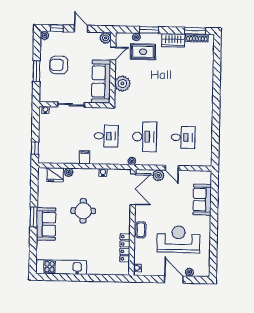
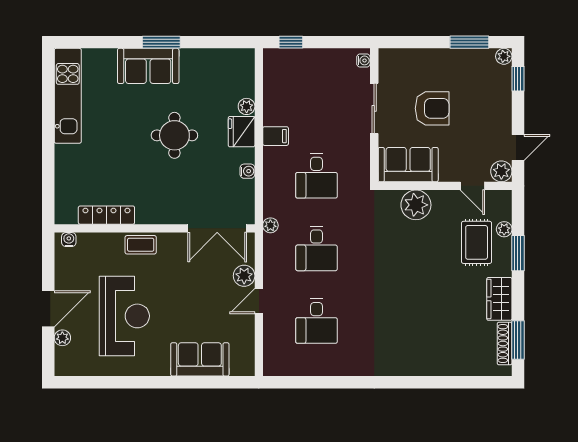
door: (81, 29) -> (518, 147), moved
armchair: (59, 65) -> (432, 108), moved, turned 90
window: (36, 71) -> (469, 42), moved
sofa: (101, 82) -> (408, 165), width x0.73
desk: (145, 137) -> (317, 249), width x0.73
fridge: (55, 175) -> (242, 132), moved

